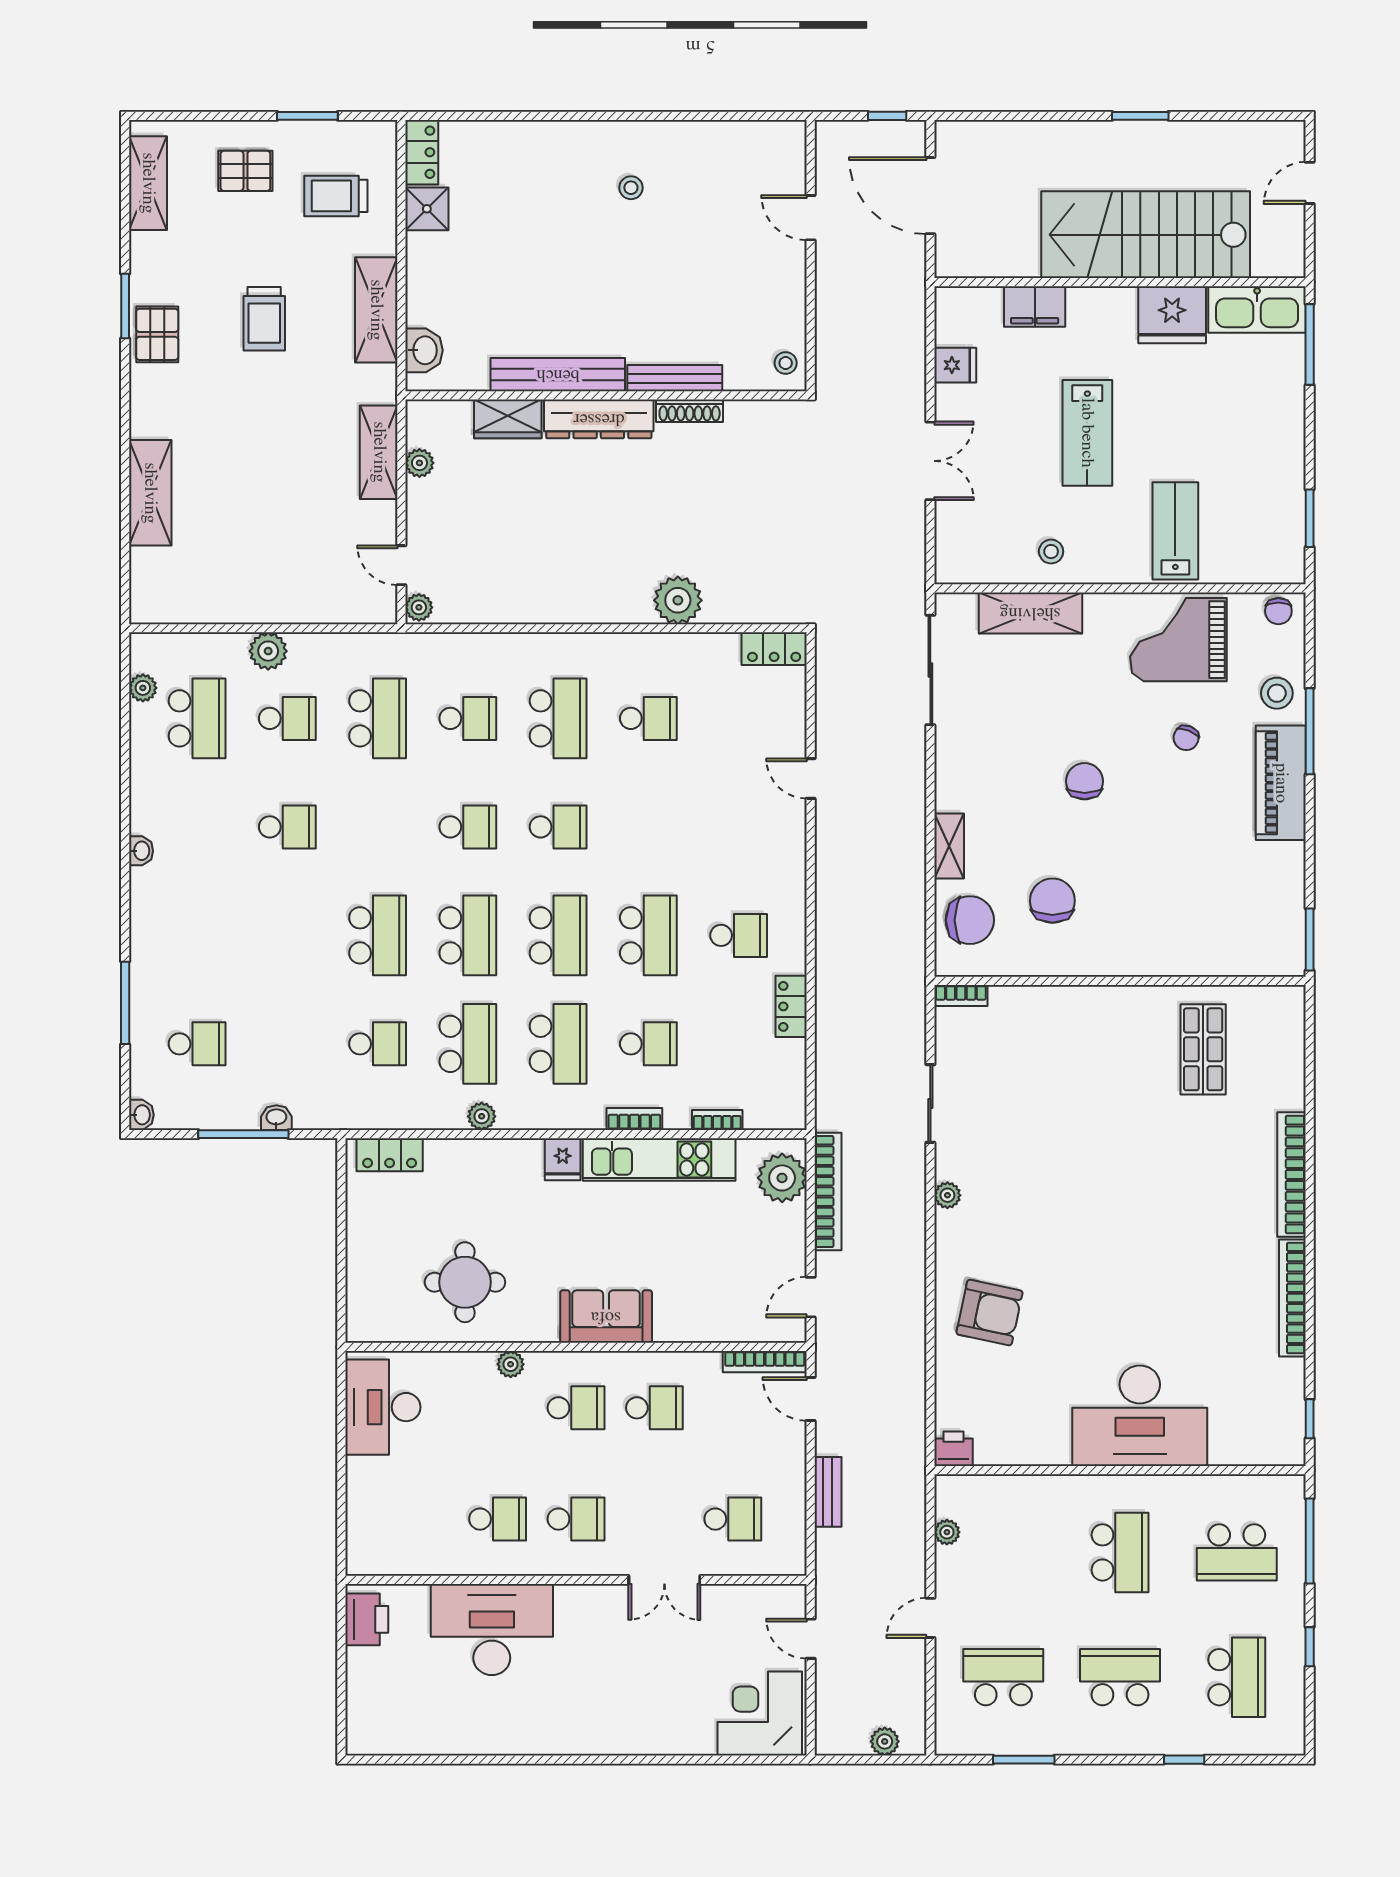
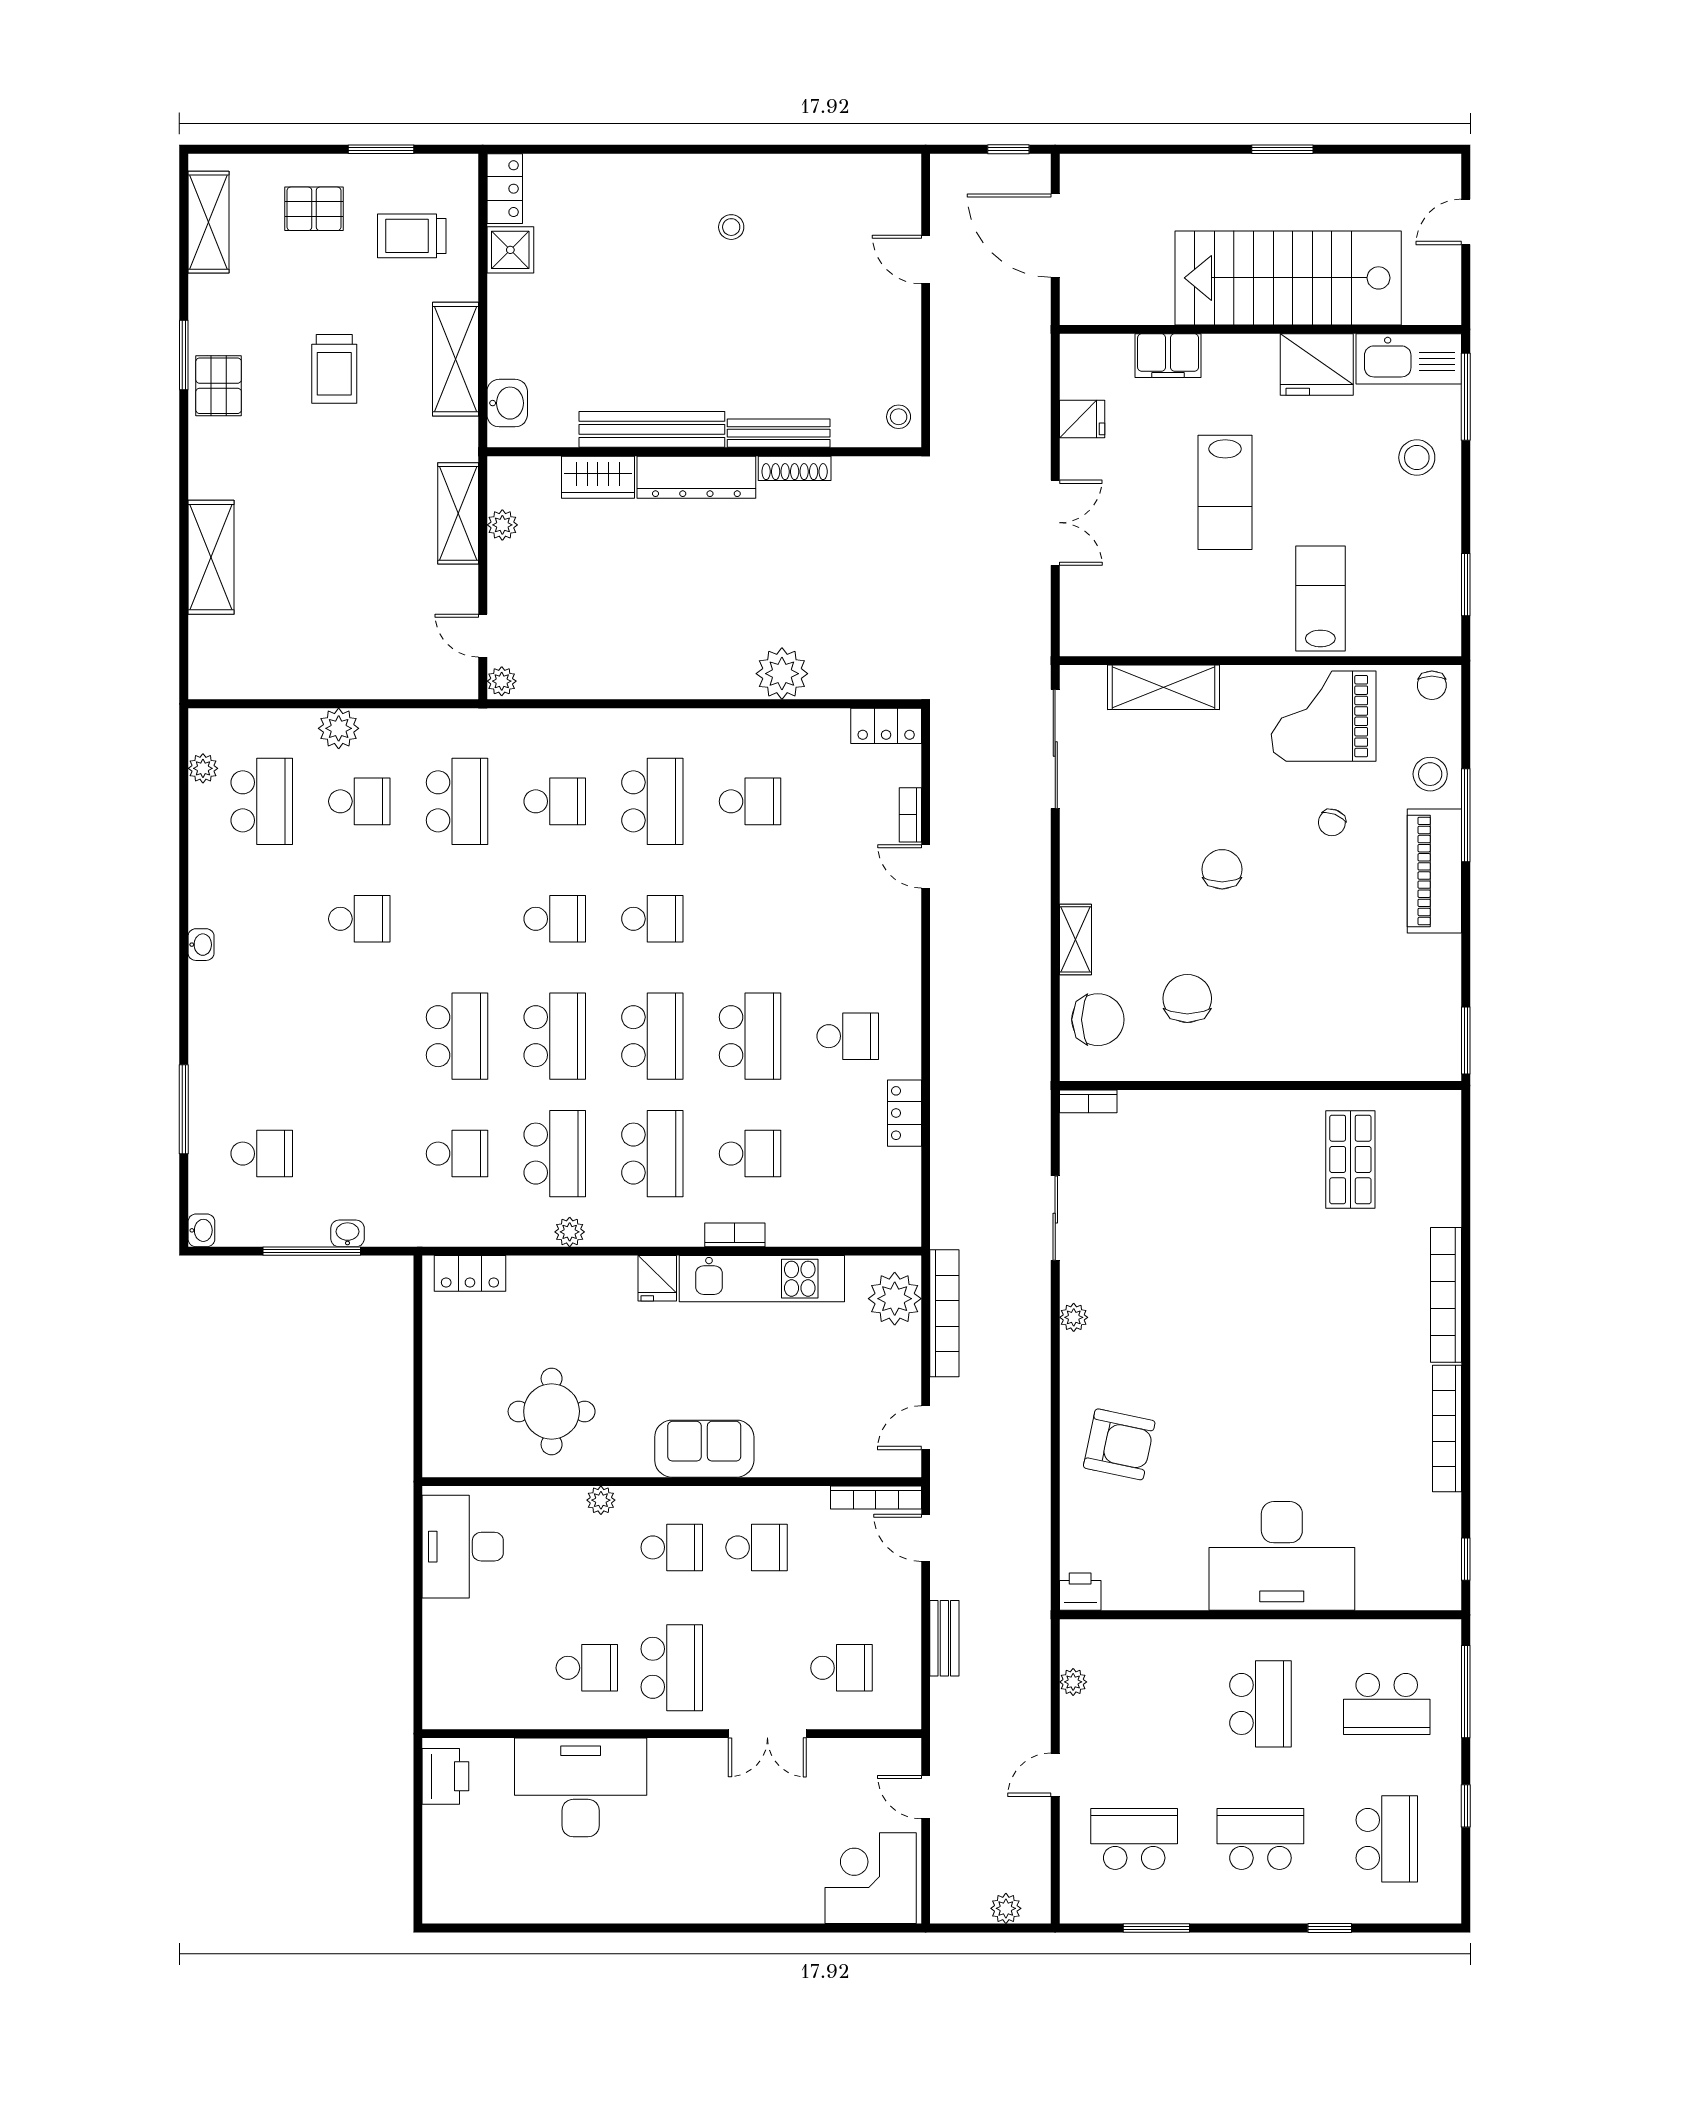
stool: (1051, 552) -> (1417, 458), moved, width x1.37, depth x1.37
bookcase: (717, 1120) -> (910, 815), moved, turned -90
school desk: (576, 1519) -> (672, 1668), width x1.85

